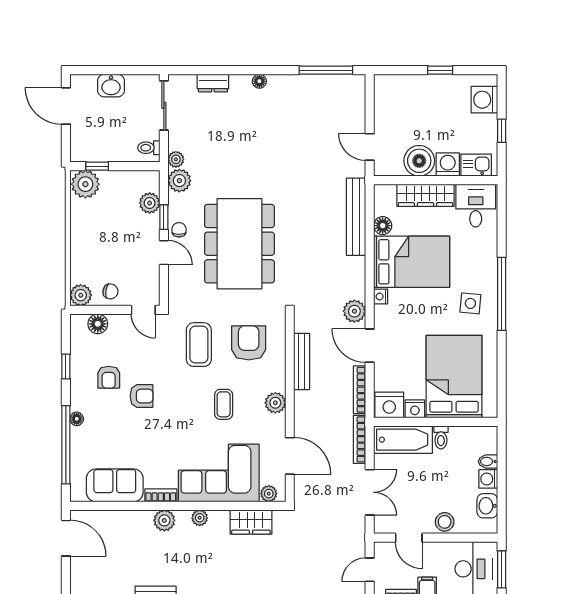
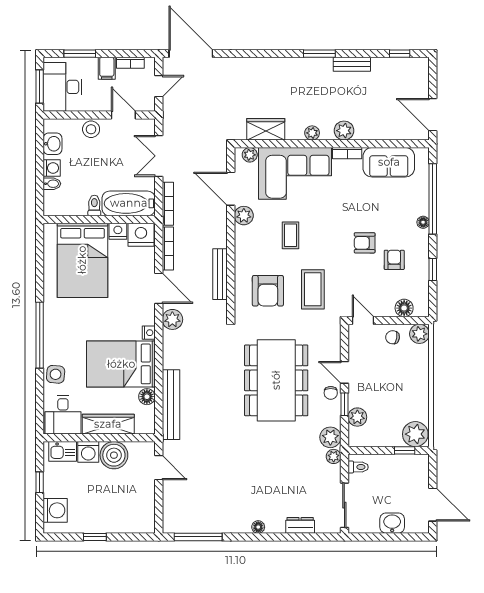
side table: (470, 303) -> (56, 374), moved
plant: (275, 403) -> (244, 216), moved

